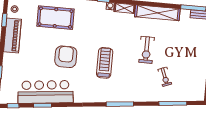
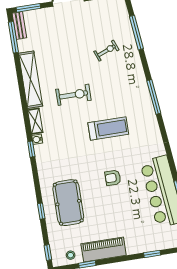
exercise bike: (147, 50) -> (73, 95), moved
armchair: (66, 57) -> (113, 178), width x0.53, depth x0.53
treadmill: (105, 63) -> (108, 128), turned 180

